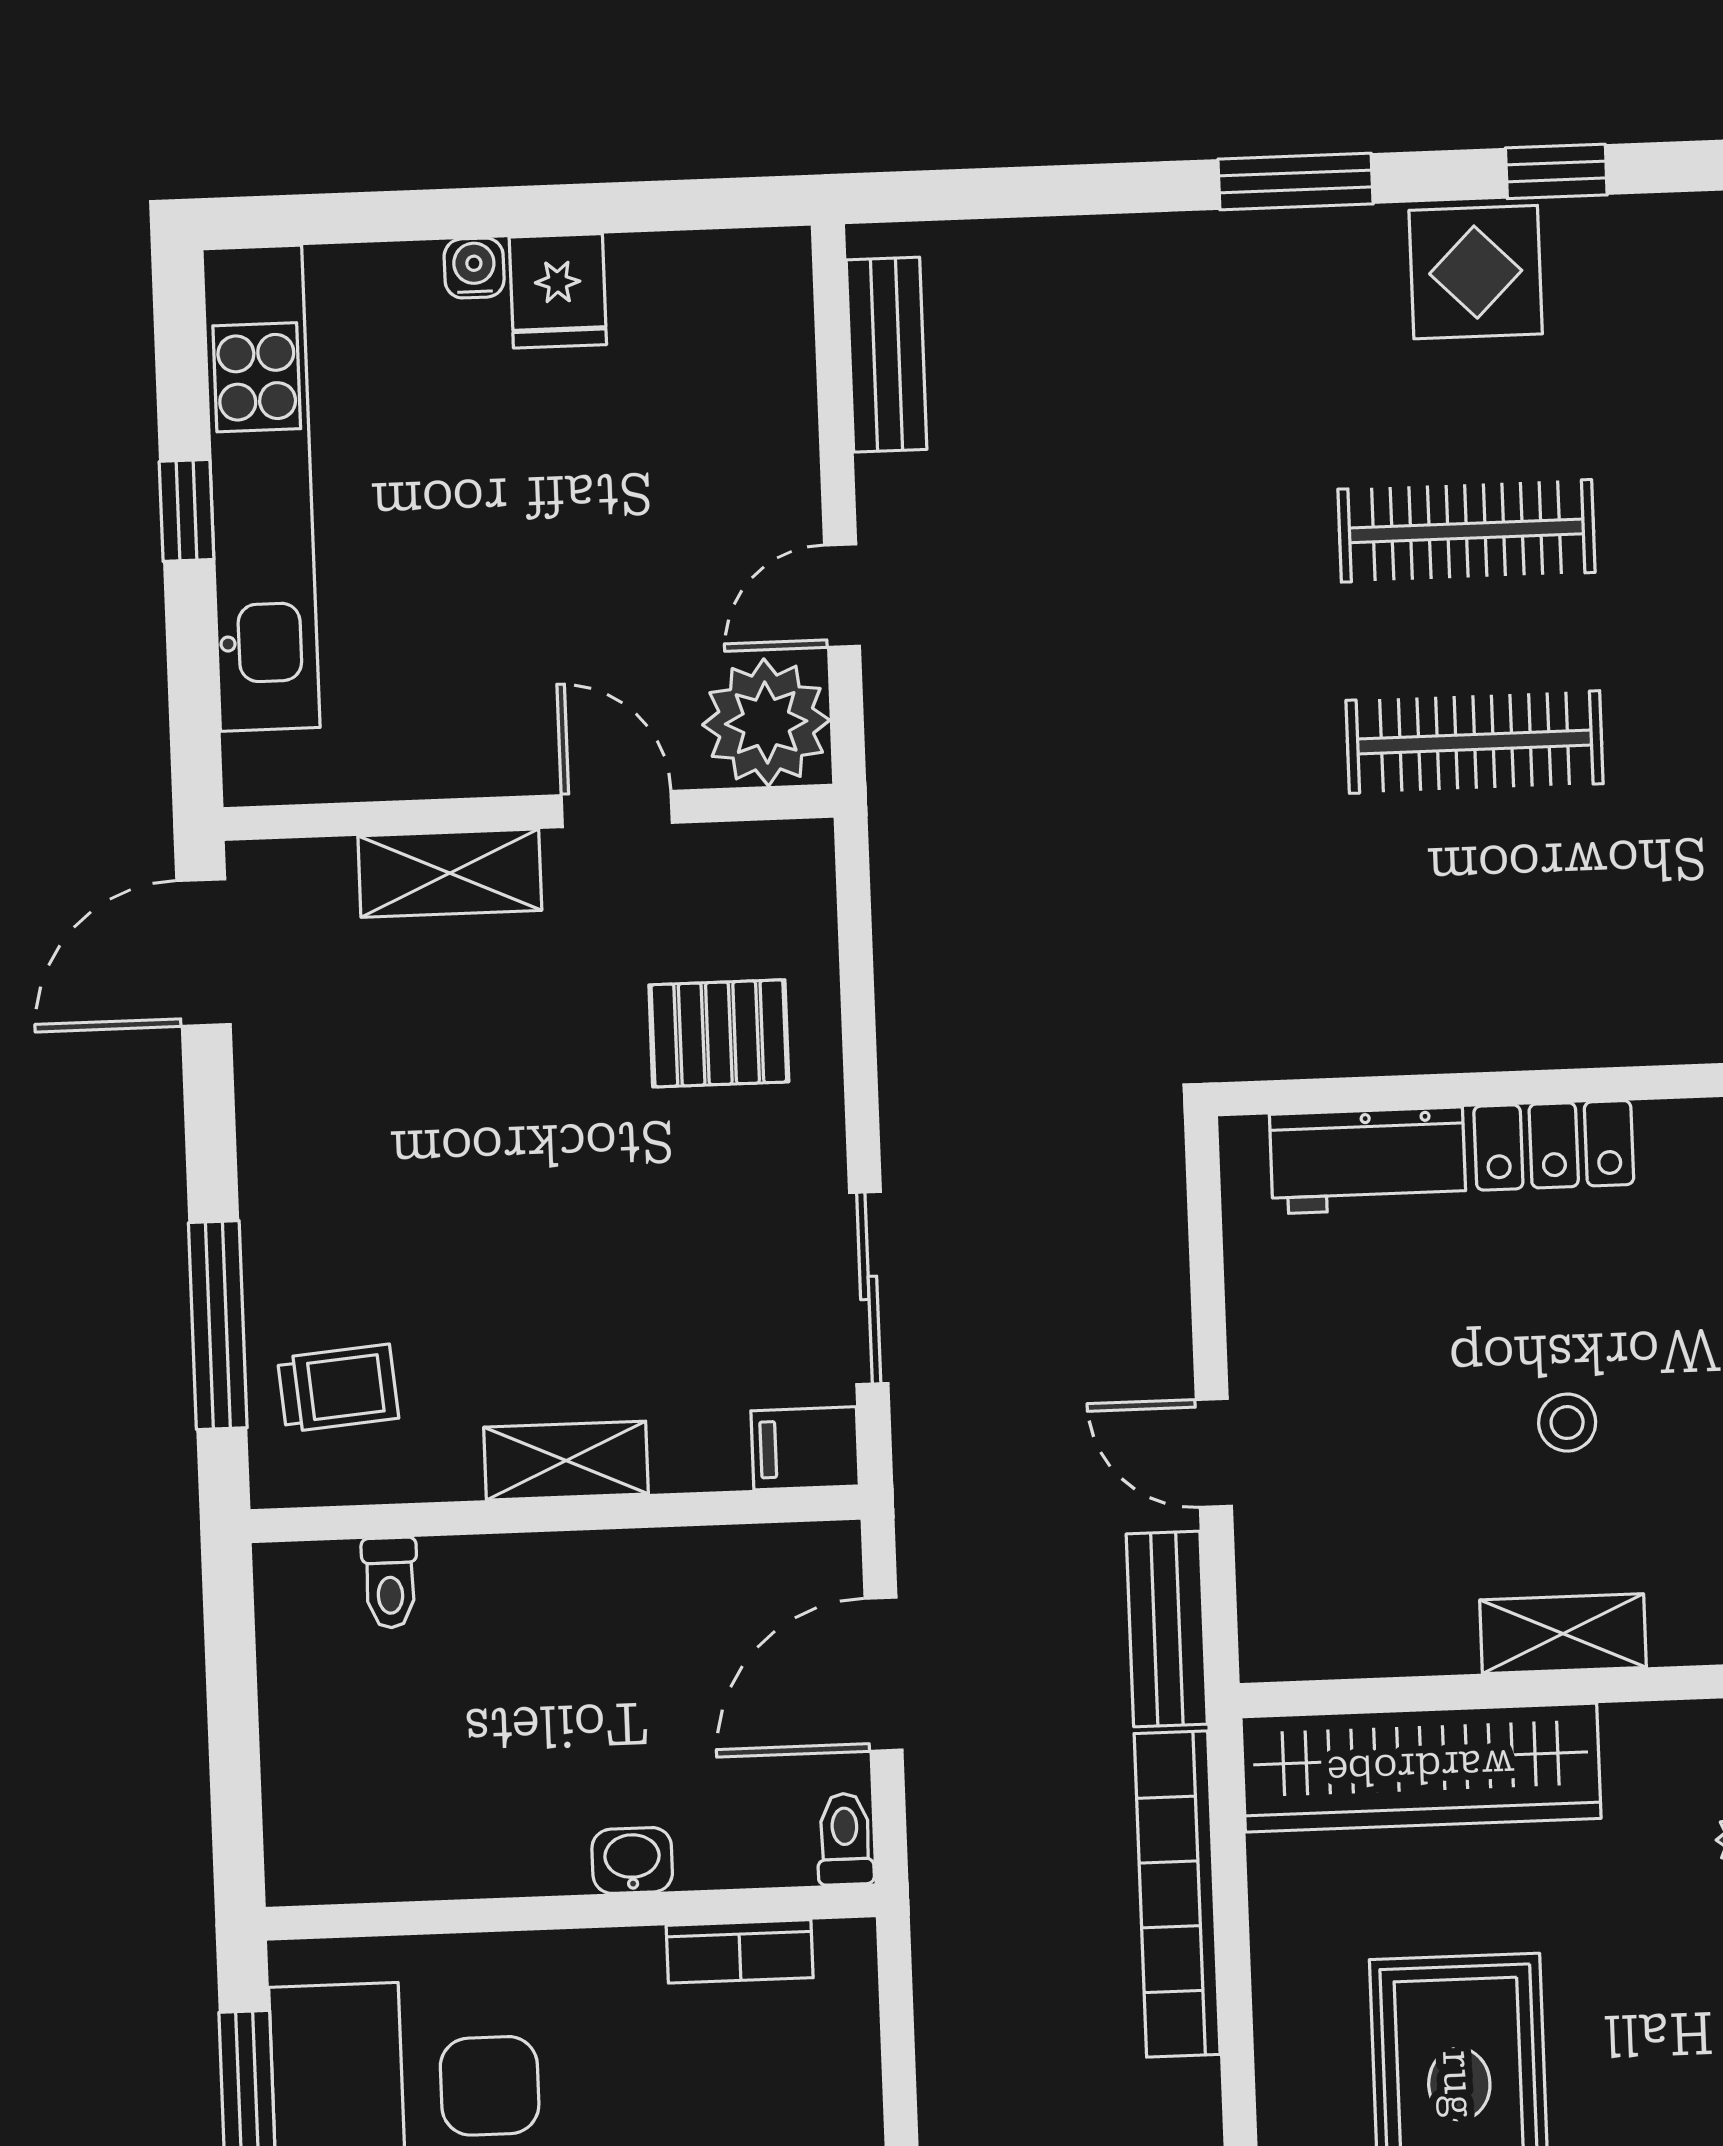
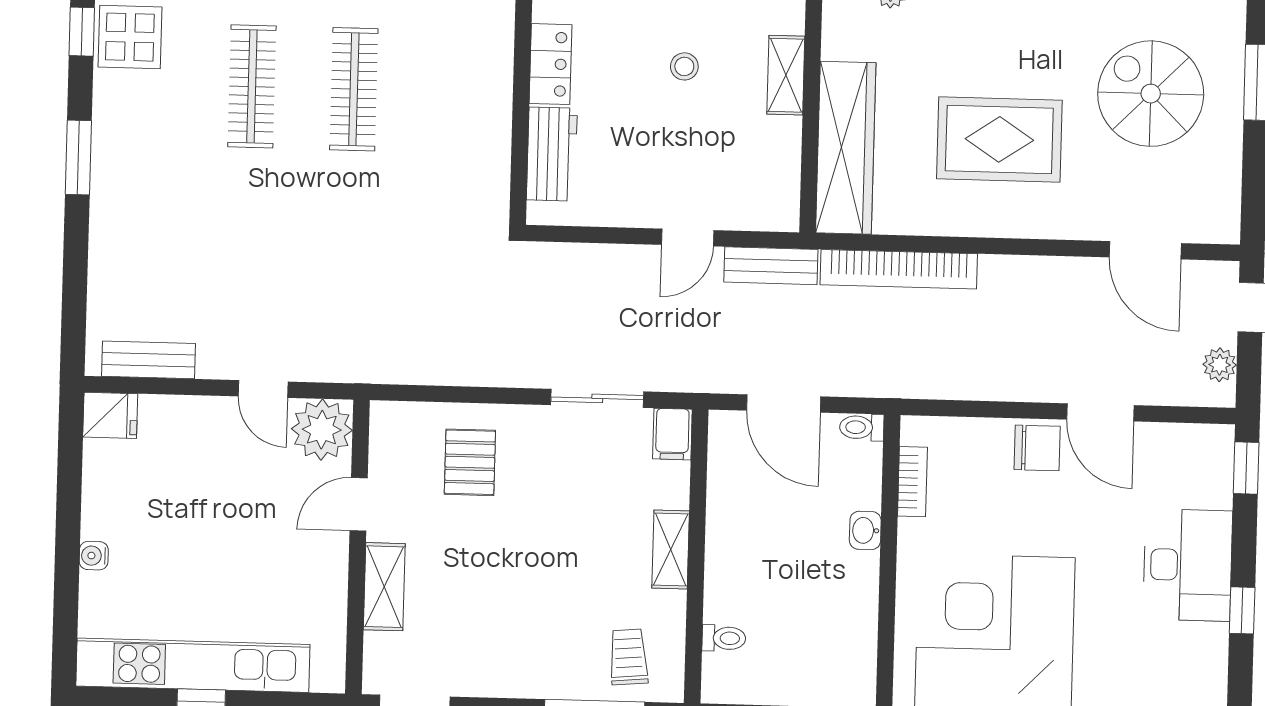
display table: (1476, 272) -> (130, 37), moved
fridge: (558, 291) -> (110, 415), moved

